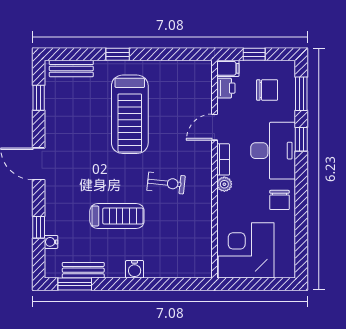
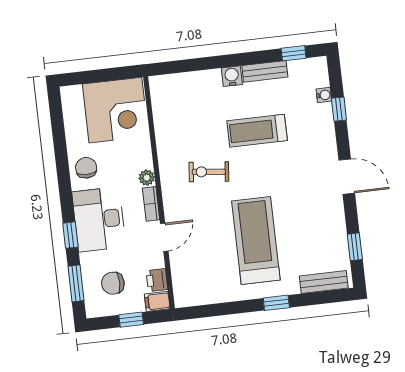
bench: (83, 270) -> (265, 71), moved
window: (75, 284) -> (294, 53), width x0.67

